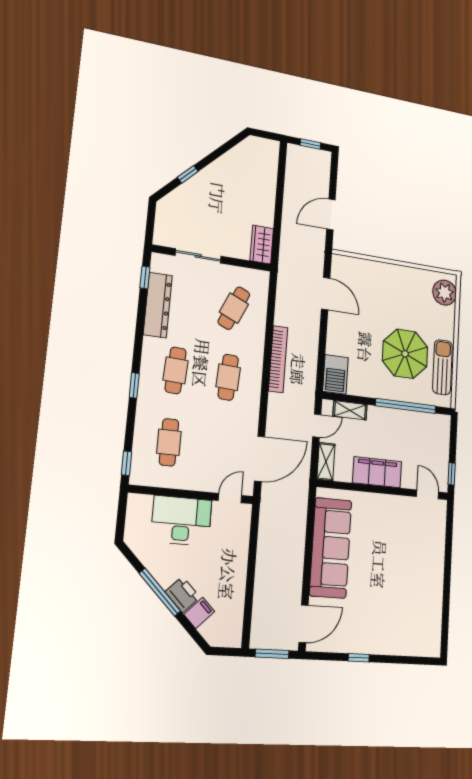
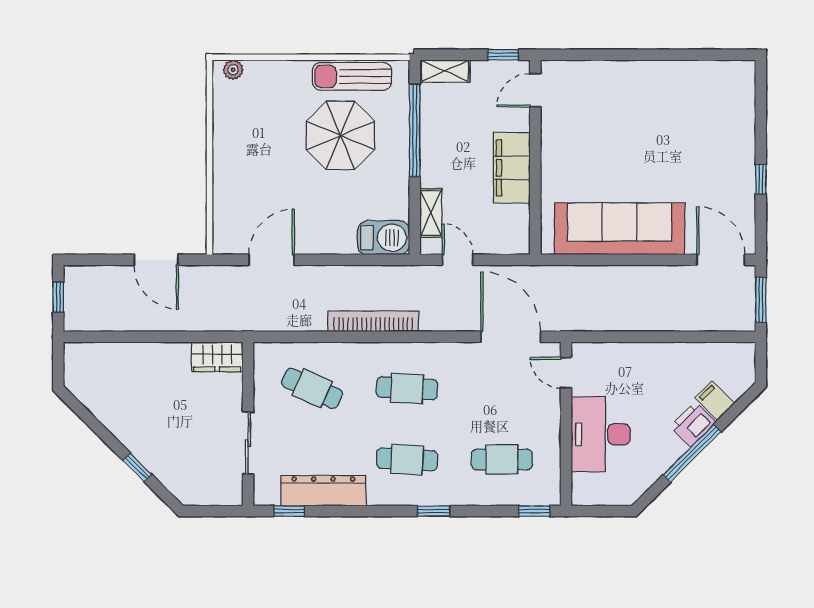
plant: (445, 293) -> (233, 70), width x0.53, depth x0.53
shelving: (326, 462) -> (445, 71), moved

